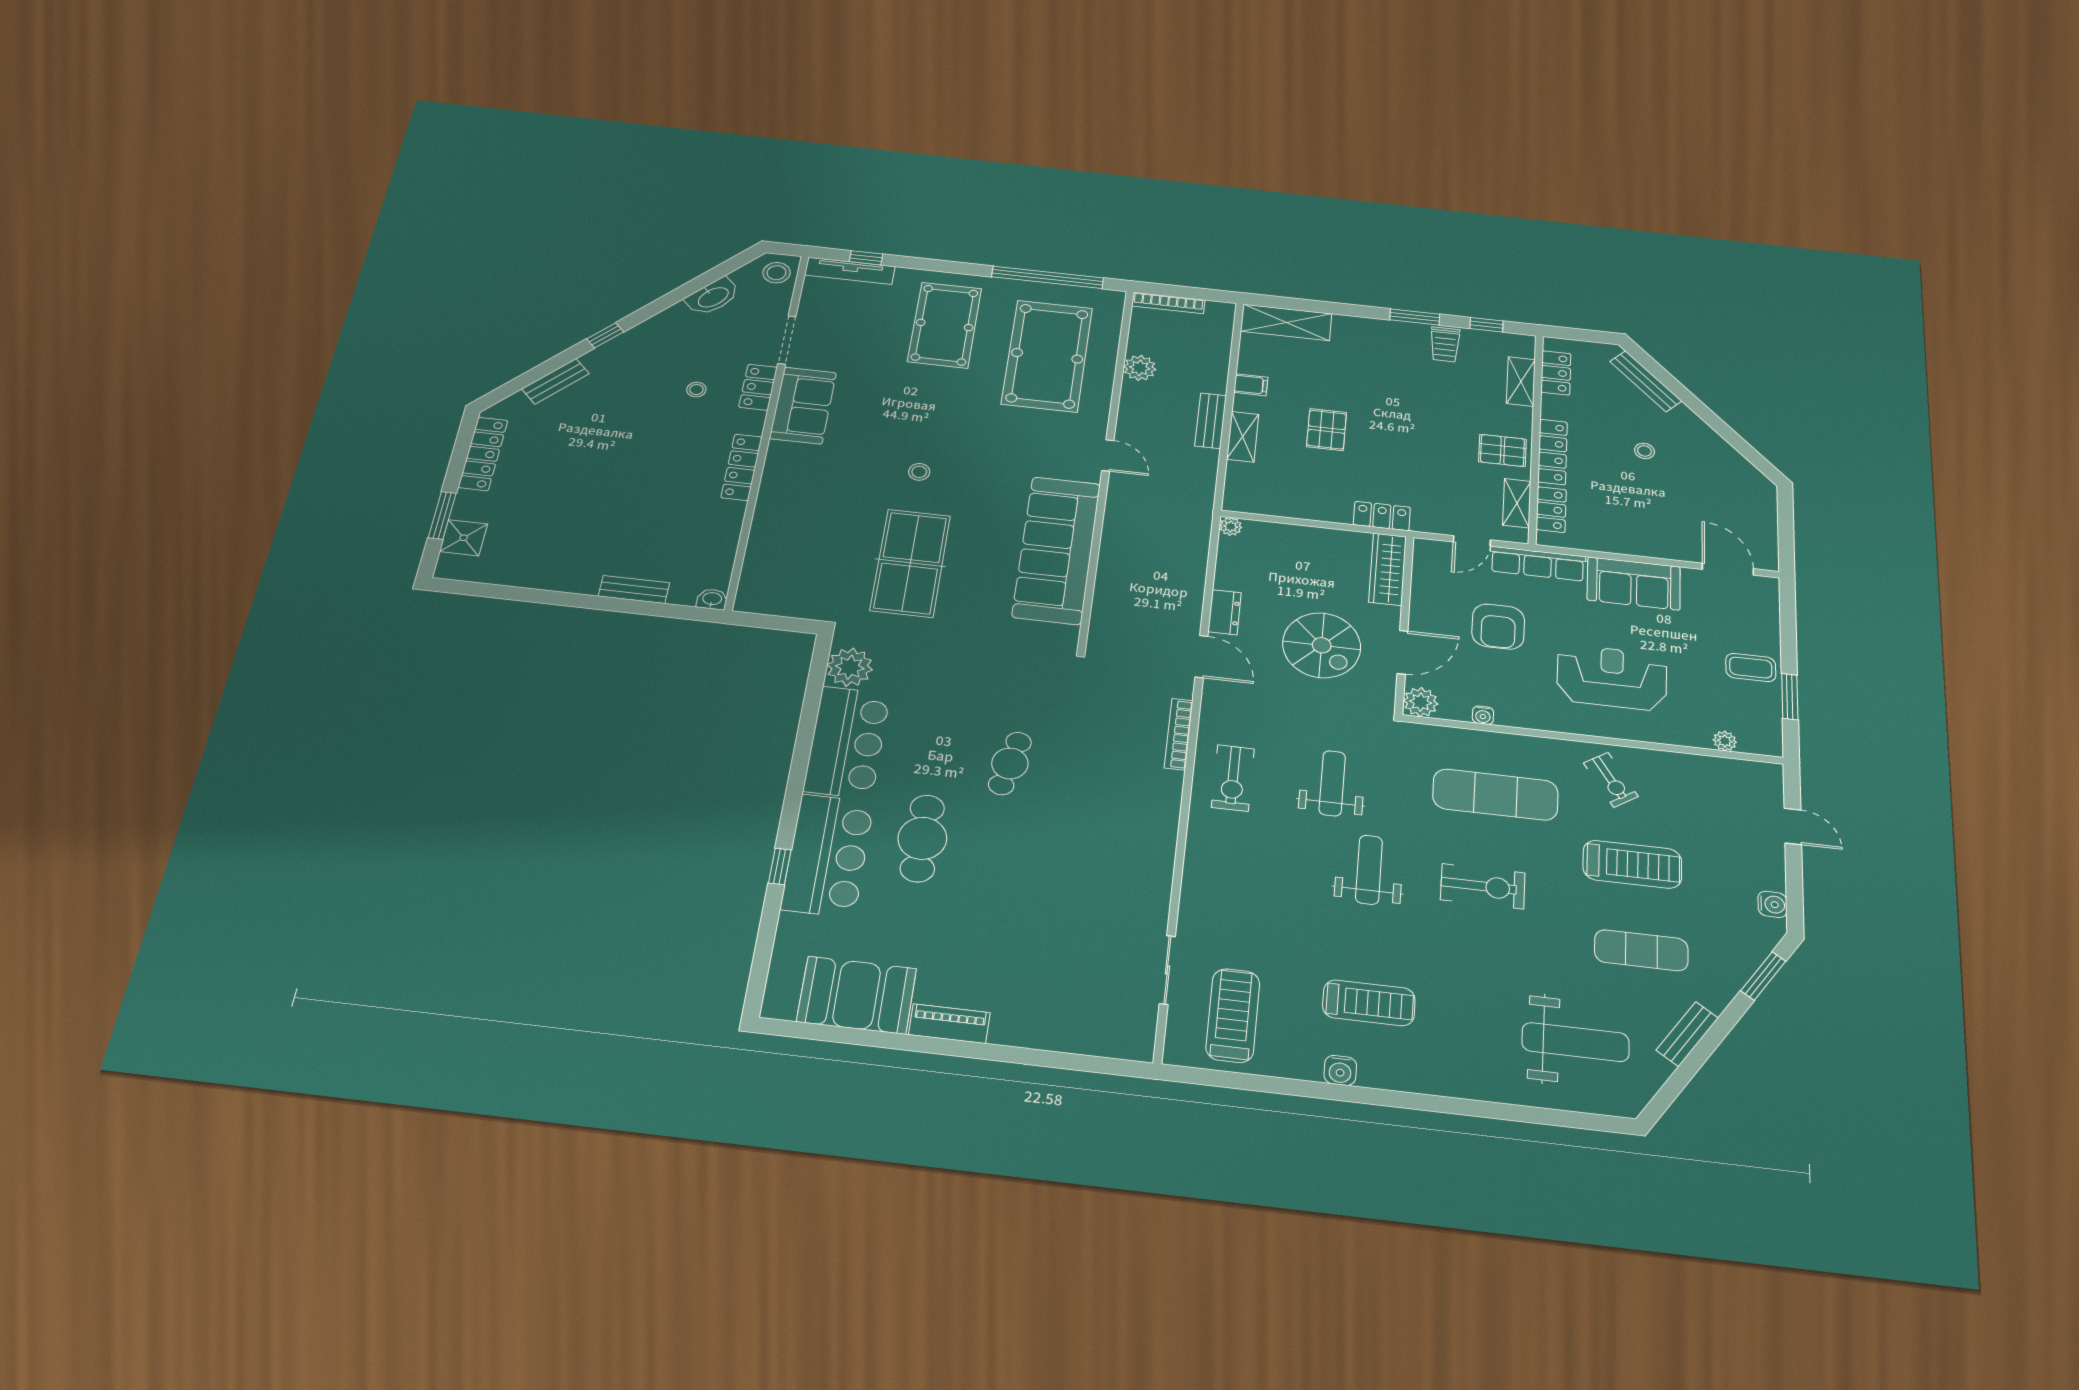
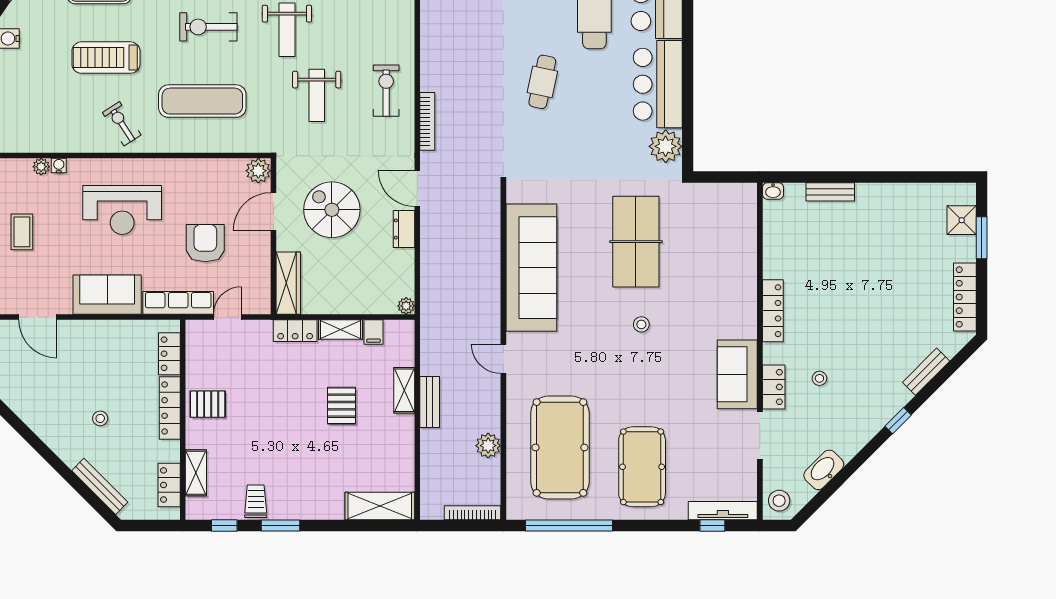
filing cabinet: (1251, 385) -> (373, 332), moved, turned -90
shelving: (1517, 503) -> (341, 329), moved, turned 90
coffee table: (1751, 667) -> (22, 232), turned 90
water cooler: (1483, 715) -> (59, 166), moved

